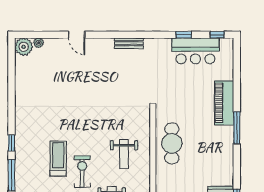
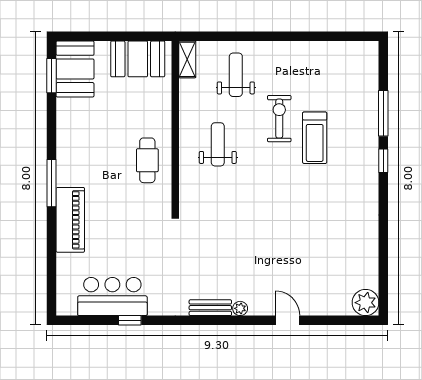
window: (217, 35) -> (80, 320), removed
plant: (39, 43) -> (240, 308), moved
cafe table: (172, 143) -> (147, 160), width x0.73, depth x0.74
exercise bike: (82, 172) -> (279, 119), turned 180

